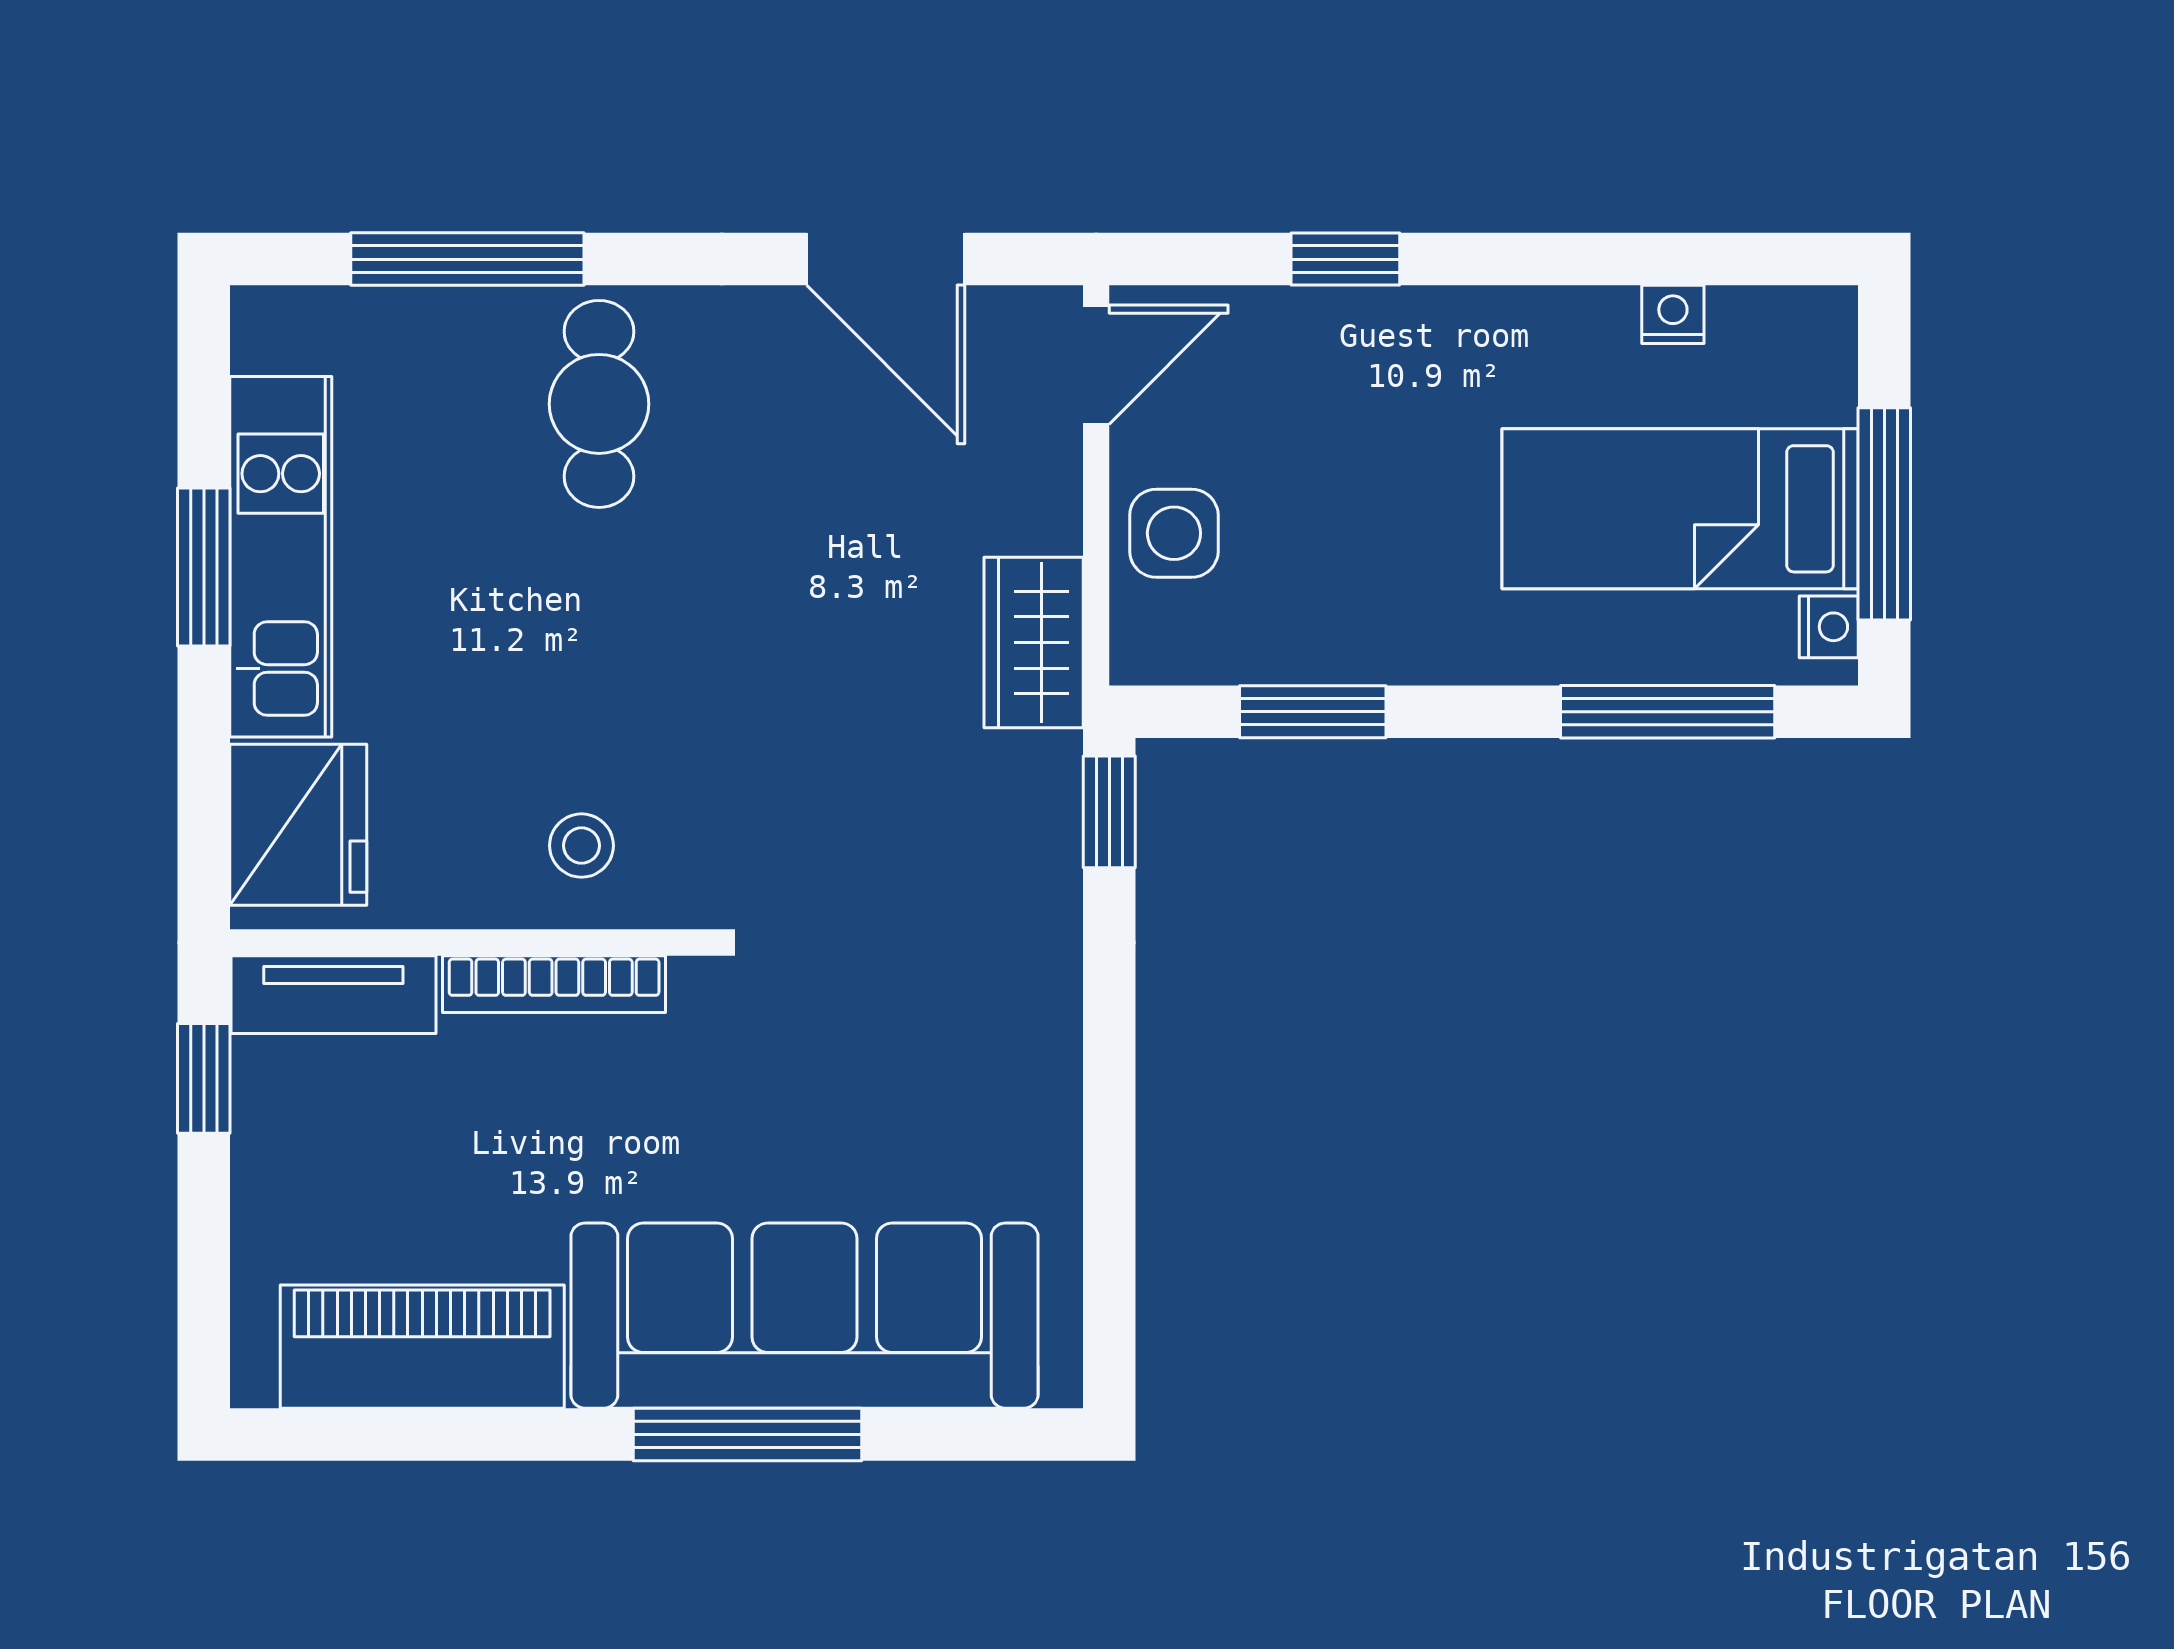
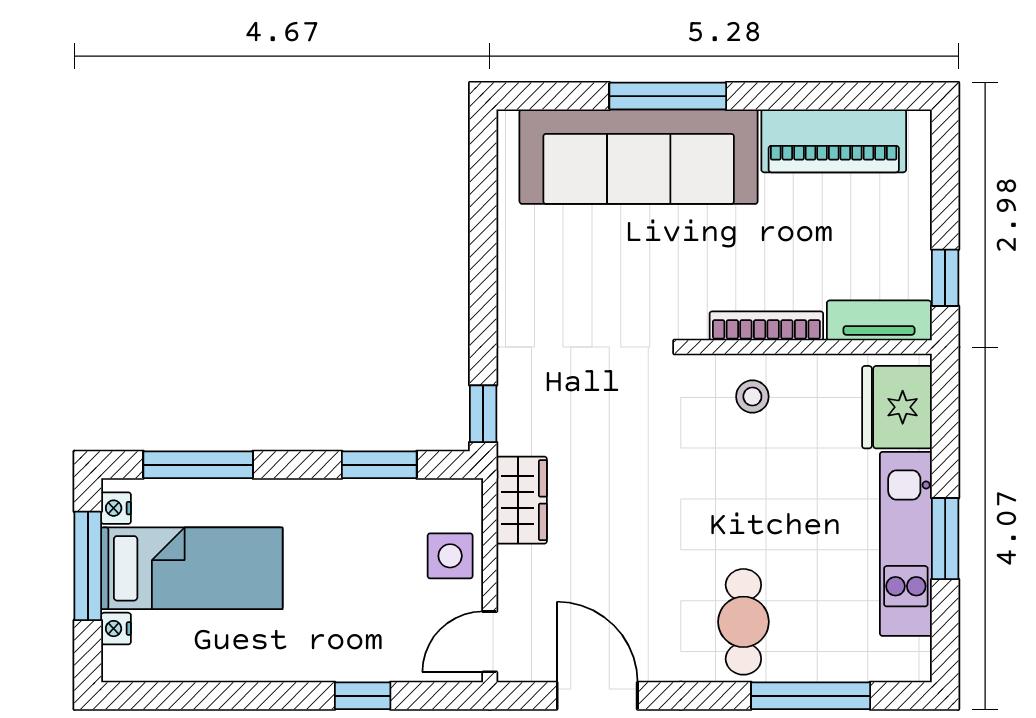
nightstand: (1673, 314) -> (116, 629), moved, turned 90

